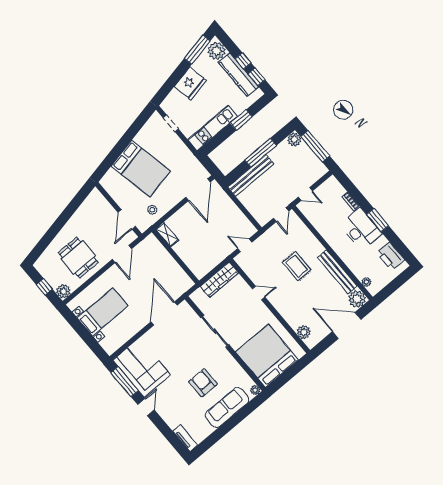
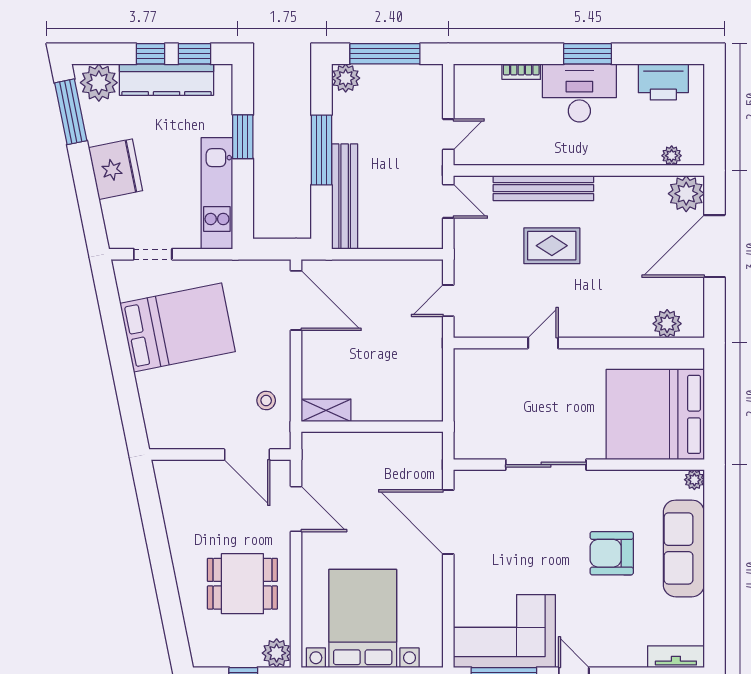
bed: (141, 169) -> (177, 327), moved
bench: (337, 272) -> (543, 188), moved
wardrobe: (219, 280) -> (469, 388), removed
bed with nightstands: (103, 312) -> (363, 618), width x1.36

